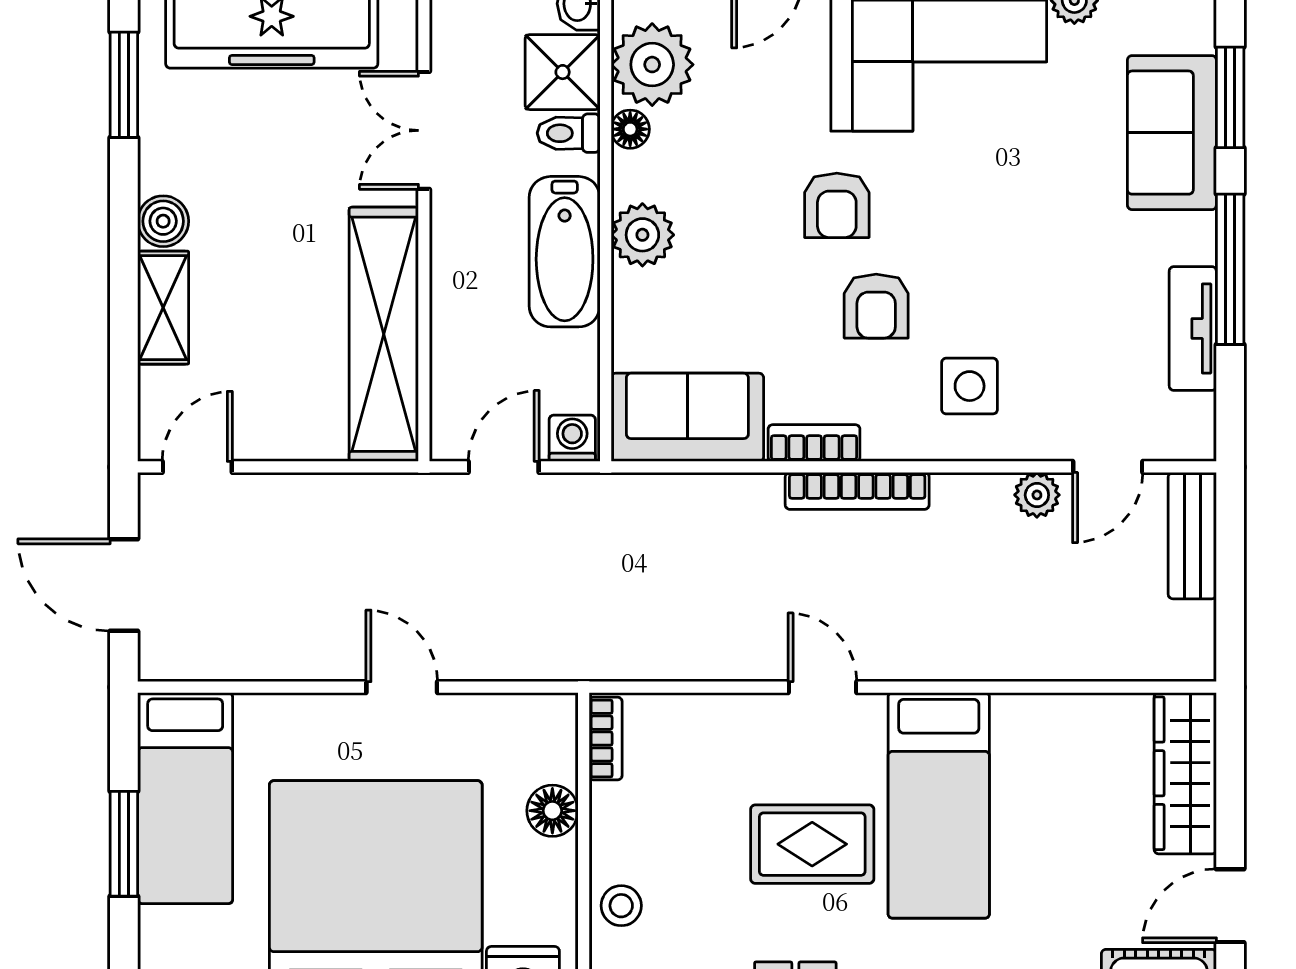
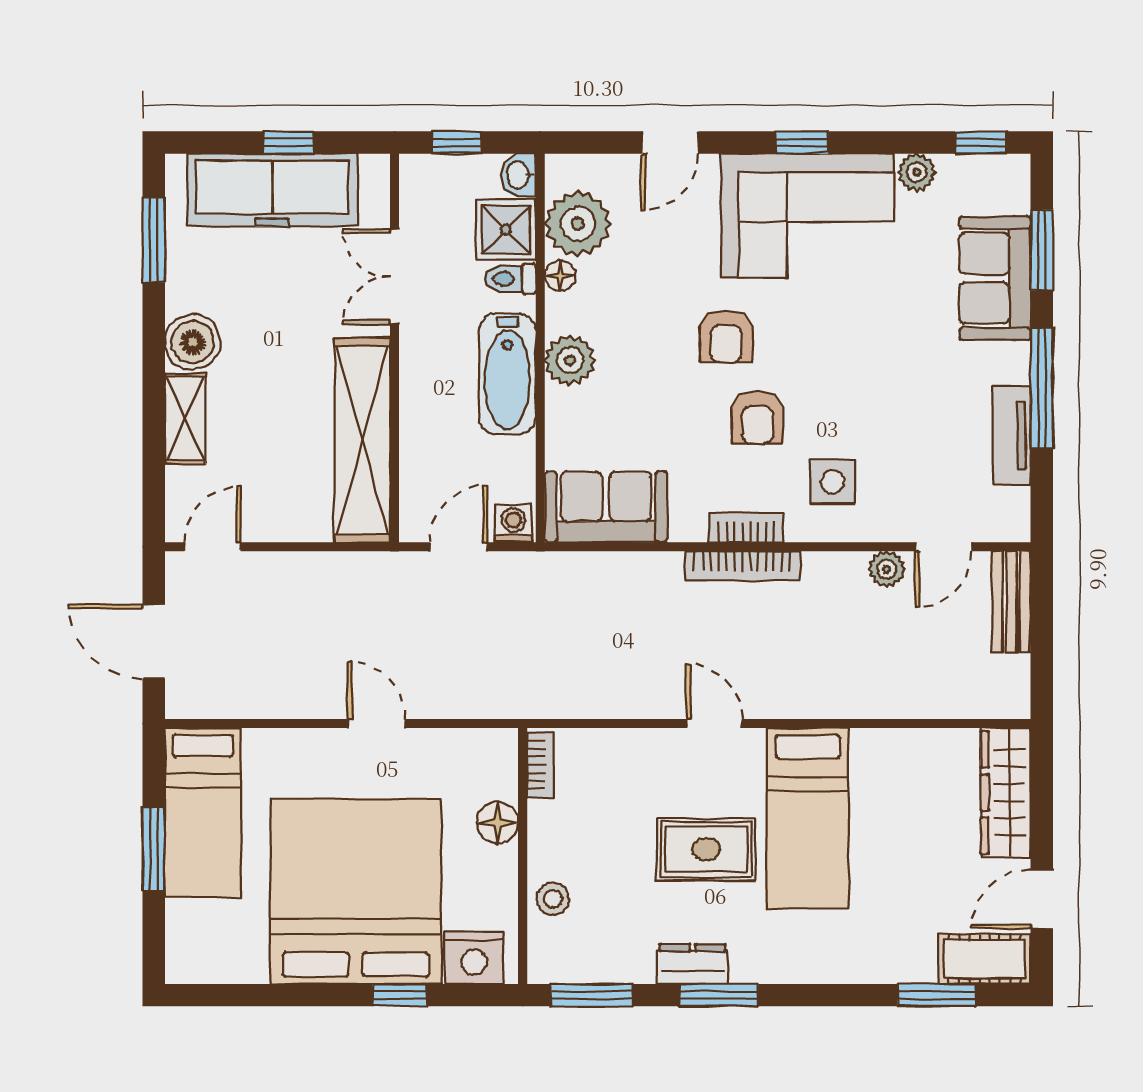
boiler: (163, 221) -> (193, 342), width x1.36, depth x1.36
bookcase: (814, 443) -> (746, 528), moved

